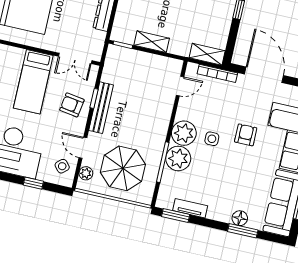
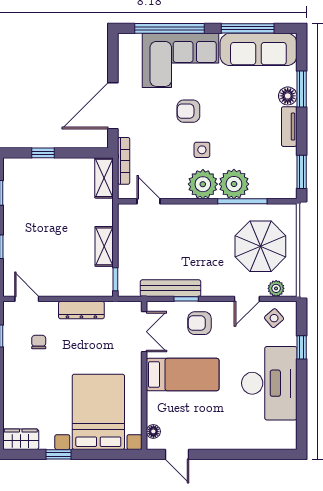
armchair: (72, 105) -> (200, 323), turned 81
bench: (101, 108) -> (171, 288), moved
tv unit: (190, 208) -> (289, 127), moved

